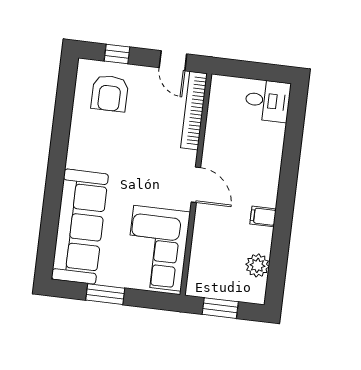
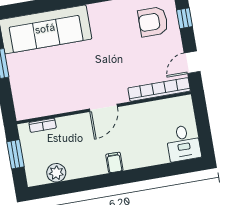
filing cabinet: (263, 216) -> (114, 162), moved
corner sofa: (157, 248) -> (47, 93), removed
bookcase: (195, 265) -> (43, 125), added

